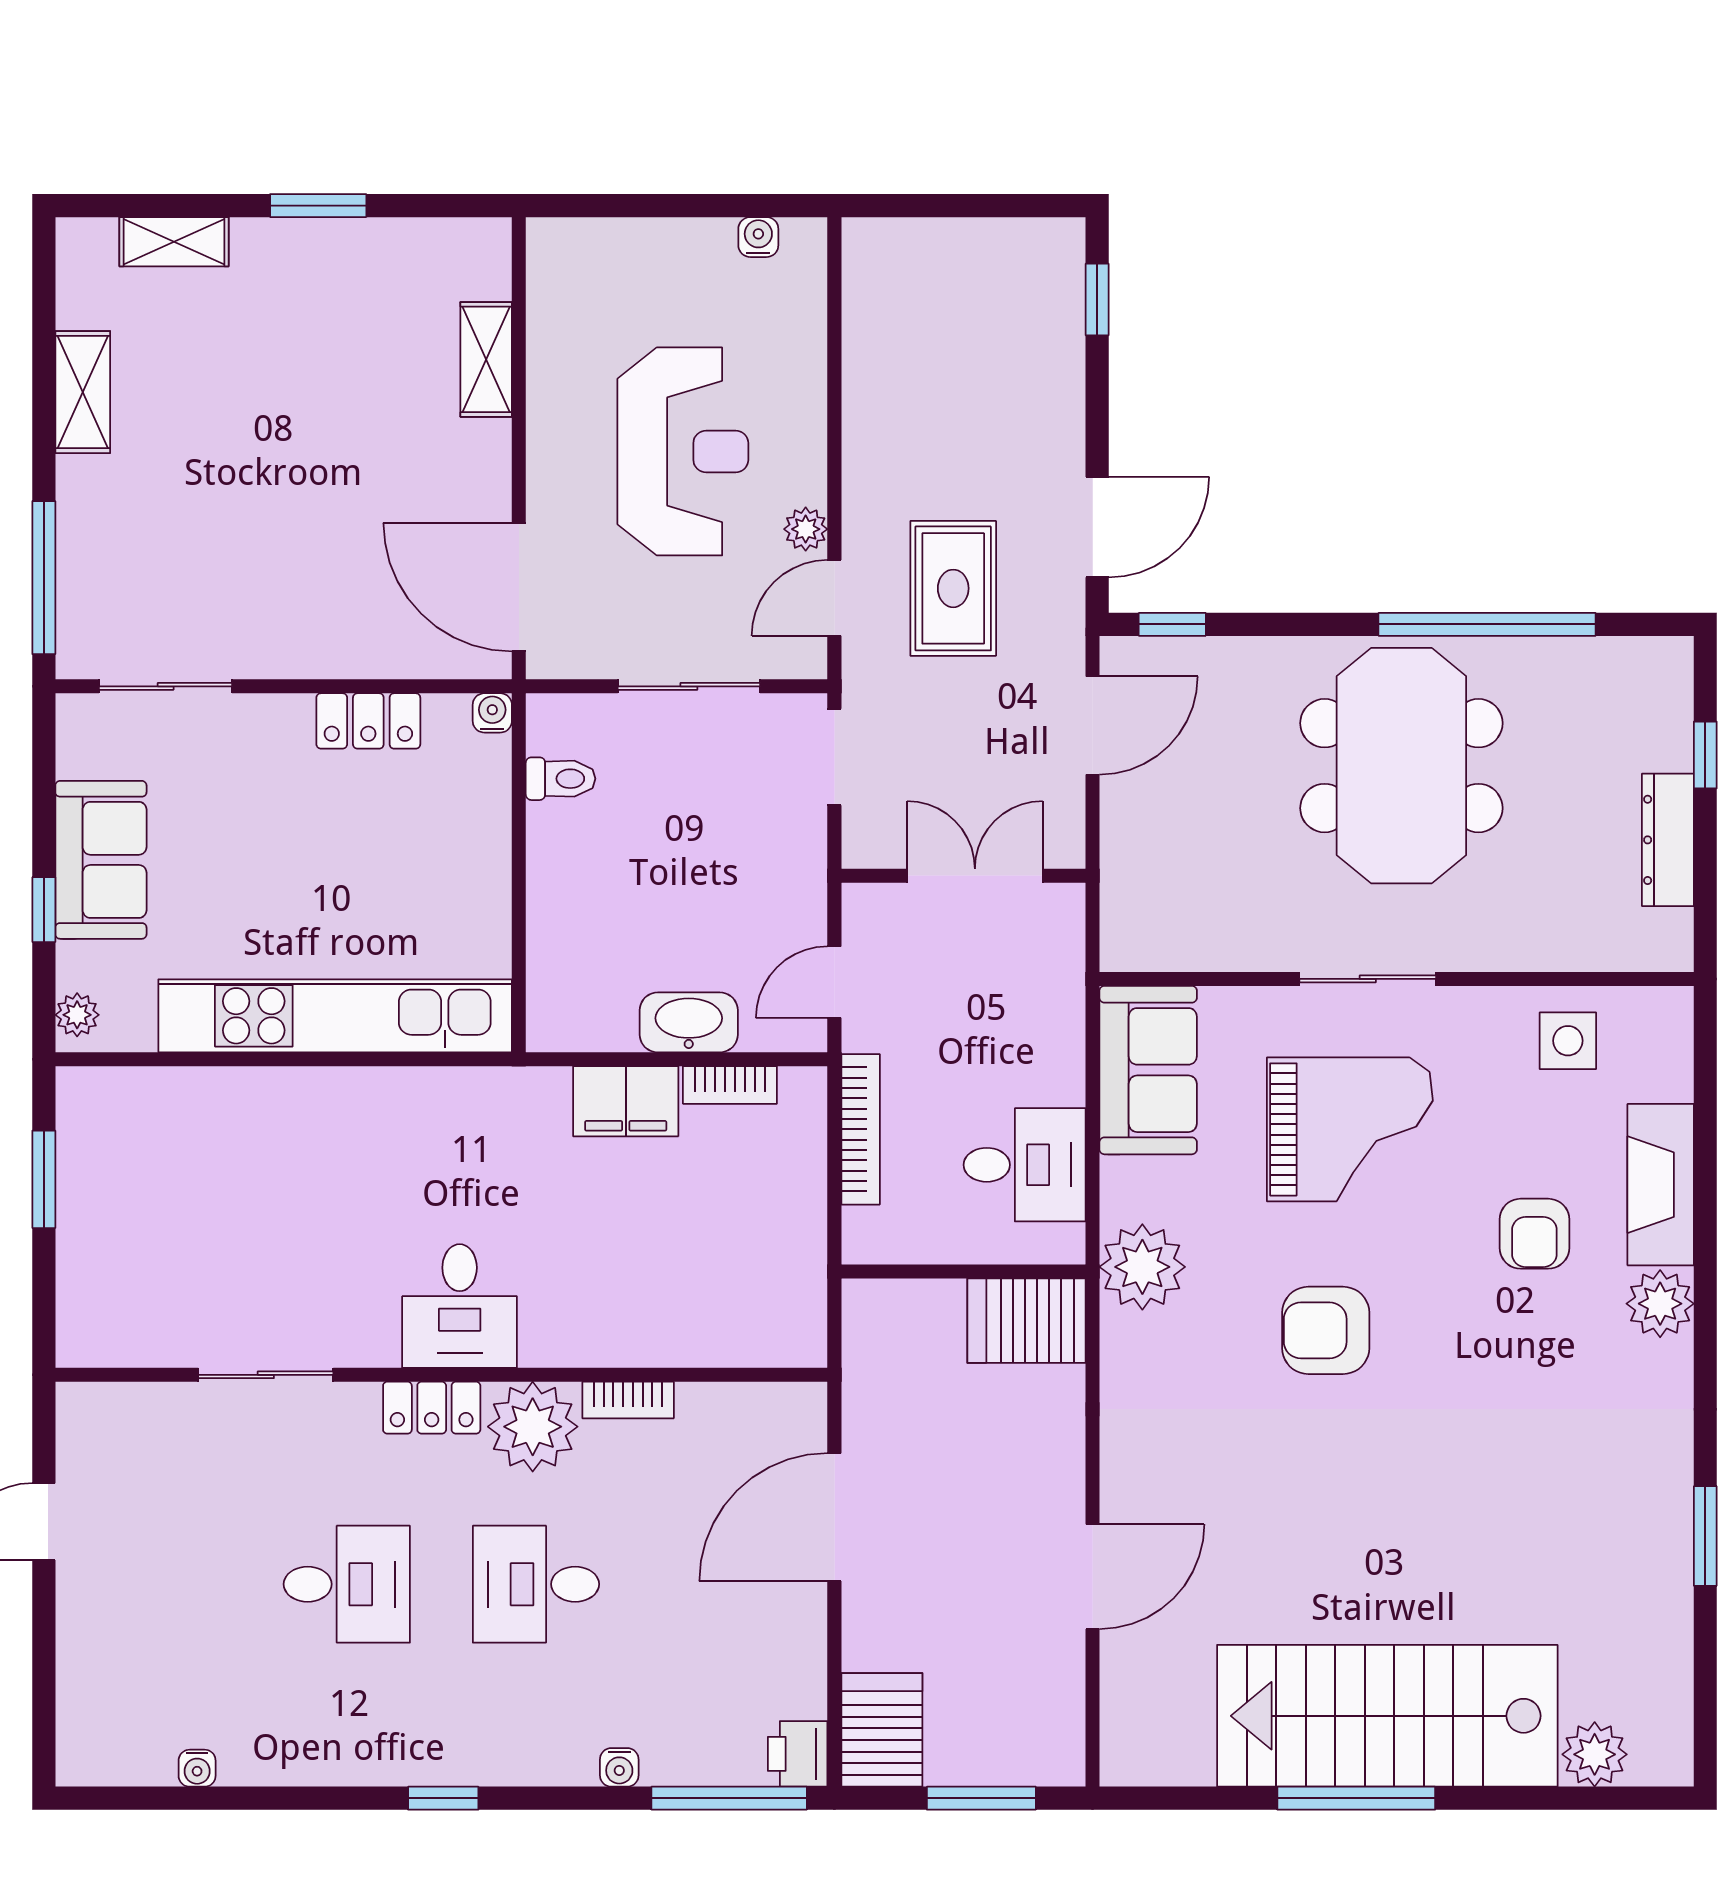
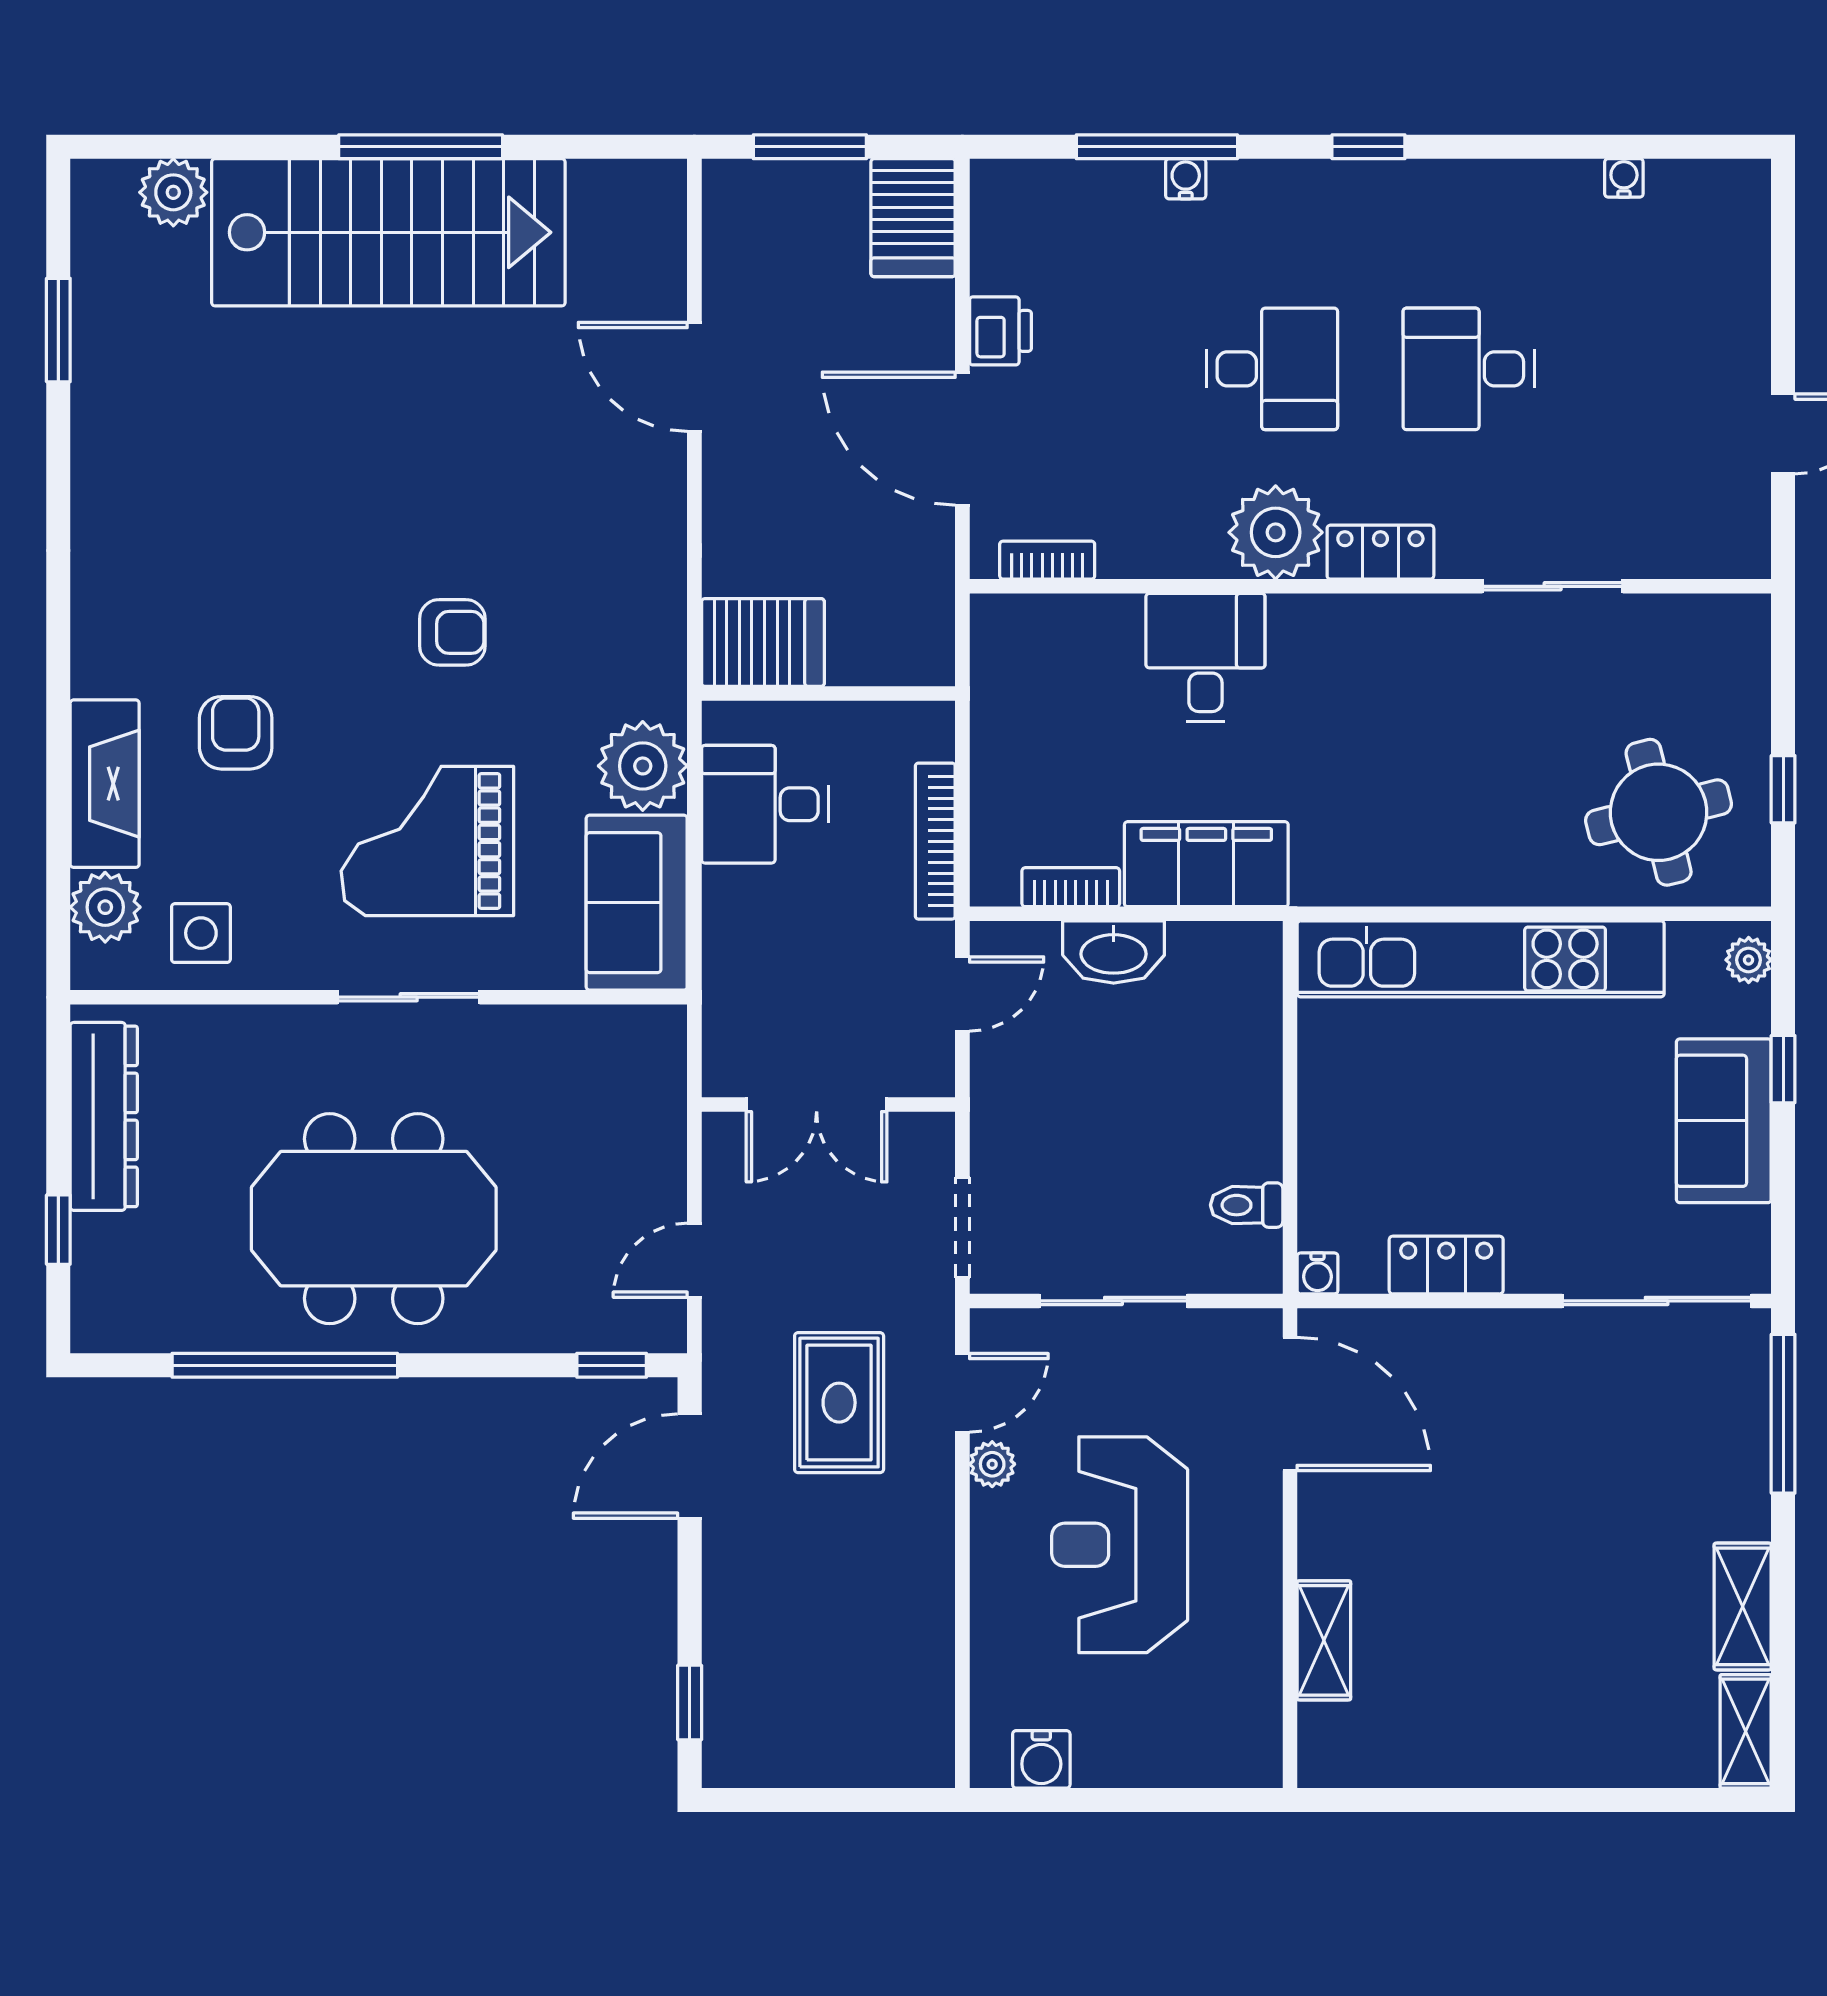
window: (318, 206) -> (1498, 1800), removed
water cooler: (758, 237) -> (1041, 1759), width x1.38, depth x1.38
shelving: (174, 242) -> (1746, 1731), moved, turned 90
sliding door: (166, 686) -> (1657, 1301), width x1.37
door: (1093, 726) -> (694, 1260), width x0.73
meeting table: (1401, 766) -> (374, 1219), turned 90
dresser: (1668, 840) -> (104, 1116), width x1.37, depth x1.24
filing cabinet: (626, 1101) -> (1206, 864), width x1.50, depth x1.17
round table: (164, 1157) -> (1659, 812), added
window: (44, 1179) -> (1783, 789), width x0.67
plant: (1142, 1267) -> (643, 766), moved
plant: (1660, 1304) -> (105, 907), moved
desk: (460, 1306) -> (1205, 658), moved
armchair: (1326, 1330) -> (452, 632), width x0.72, depth x0.72
bookcase: (628, 1400) -> (1047, 560), moved
door: (834, 1517) -> (962, 439), swing flipped
window: (1705, 1536) -> (58, 330), moved
door: (1093, 1577) -> (694, 377), hinge flipped
printer: (798, 1754) -> (1000, 331), moved
window: (729, 1798) -> (1157, 147), moved

